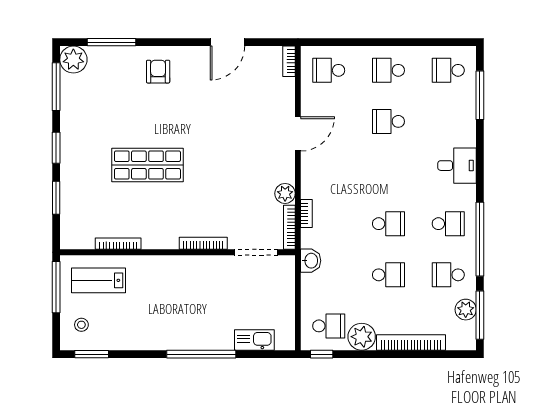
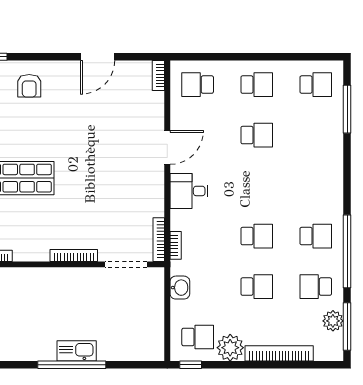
school desk: (388, 70) -> (257, 85), turned 180
school desk: (448, 70) -> (316, 85), turned 180
armchair: (158, 72) -> (29, 86), turned 180
school desk: (388, 121) -> (257, 135), turned 180
desk: (457, 166) -> (189, 191), moved, turned 180
plant: (285, 193) -> (155, 206), removed
bookcase: (306, 213) -> (176, 245), moved
washbasin: (311, 261) -> (180, 288), moved
kitchen sink: (254, 340) -> (77, 351), moved

